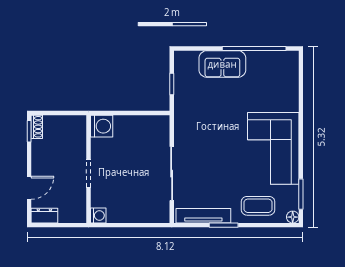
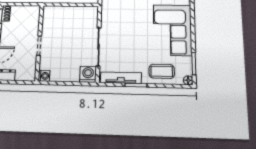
washing machine: (102, 126) -> (88, 74), moved, turned -90

